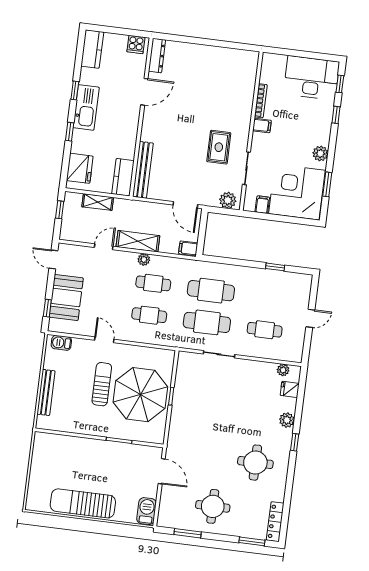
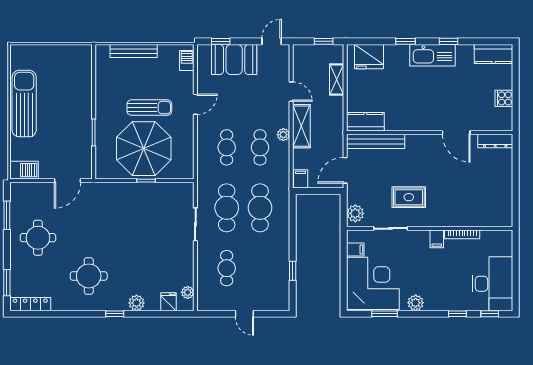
dresser: (157, 55) -> (495, 141), moved
door: (144, 92) -> (456, 133), moved
wall: (141, 117) -> (430, 133), moved
bench: (143, 170) -> (376, 141), moved
kitchen counter: (123, 177) -> (365, 122), moved

